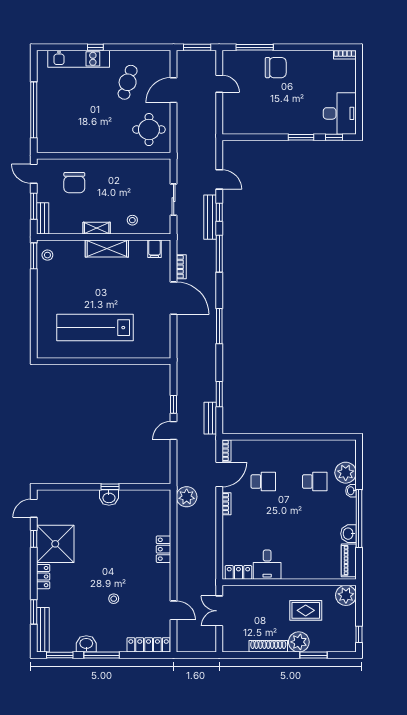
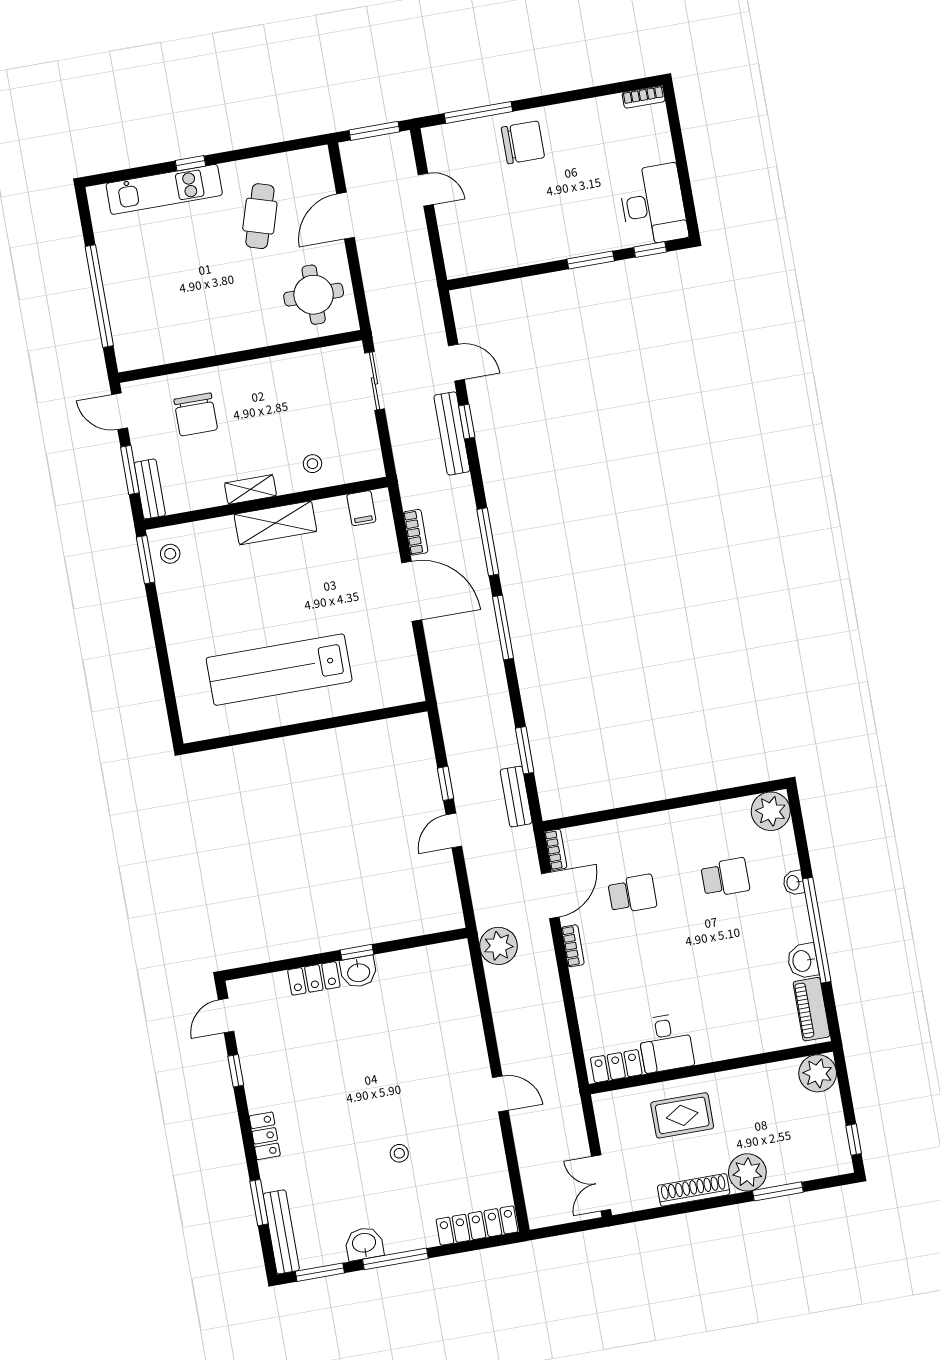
sliding door: (174, 200) -> (375, 381), moved
window: (219, 254) -> (488, 542), moved
plant: (346, 473) -> (771, 811), moved
shower: (55, 544) -> (276, 1073), removed
locker: (164, 549) -> (314, 978), moved, turned -90
door: (174, 610) -> (500, 1094), moved
rug: (306, 610) -> (682, 1115), moved
double door: (219, 611) -> (601, 1183), moved

